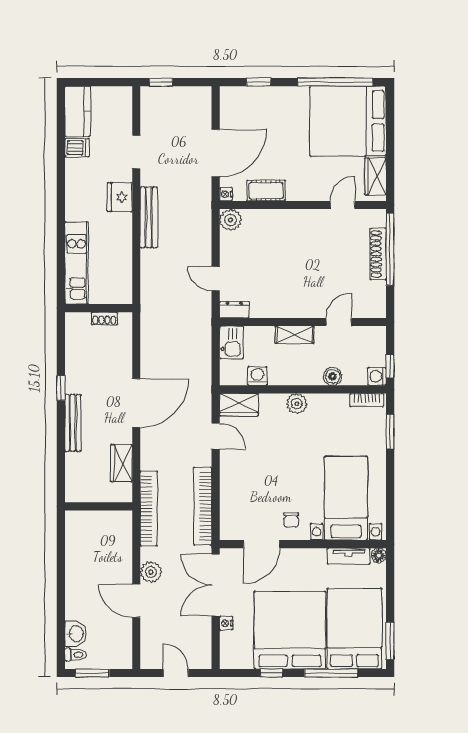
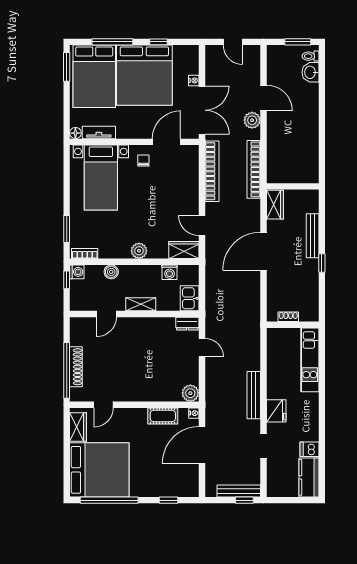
bench: (168, 94) -> (239, 491), added
wall: (99, 506) -> (293, 186), moved

